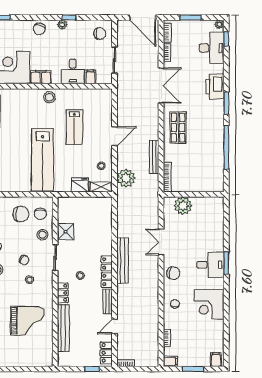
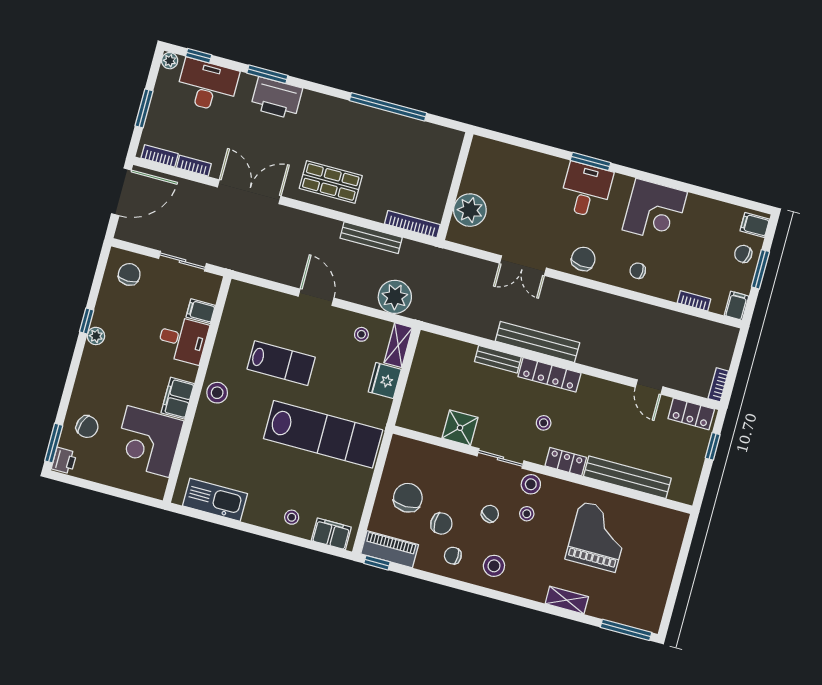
chair: (39, 29) -> (87, 427), moved
window: (226, 103) -> (267, 74), moved
chair: (40, 214) -> (441, 524), moved
stool: (42, 235) -> (531, 484), moved
bench: (108, 301) -> (498, 359), moved
chair: (199, 358) -> (743, 254), added

